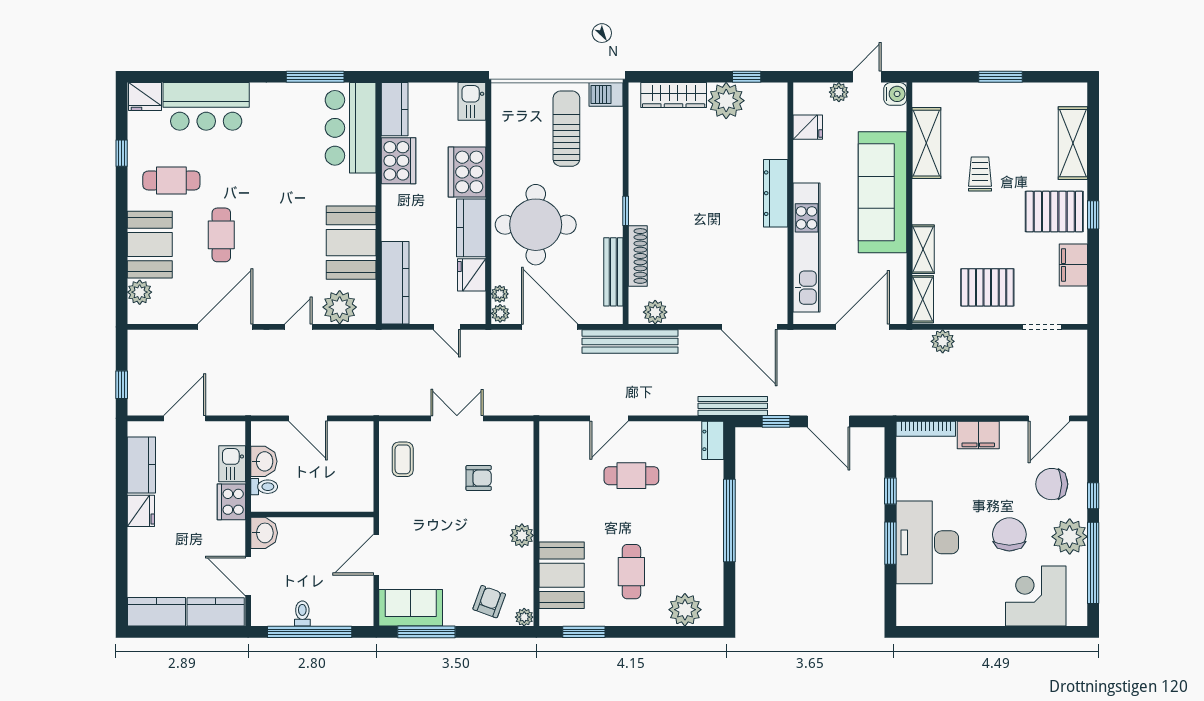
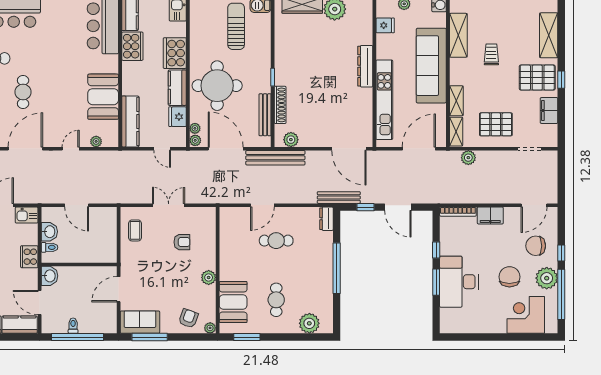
plant: (340, 307) -> (96, 141), width x0.53, depth x0.53
kitchen sink: (232, 464) -> (27, 215), moved, turned -90

